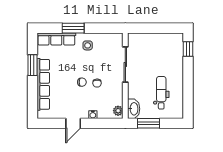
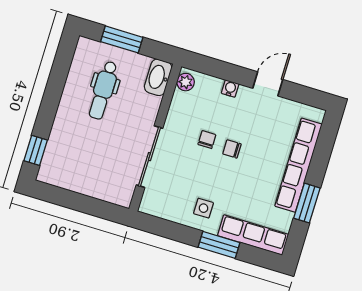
window: (148, 123) -> (122, 39), moved

